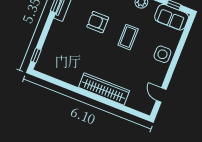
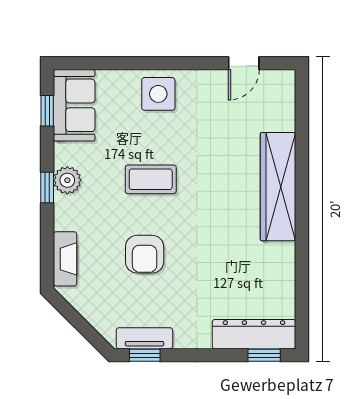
dresser: (46, 55) -> (254, 334), added

